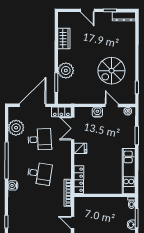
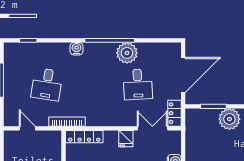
door: (33, 105) -> (183, 75), hinge flipped
plant: (16, 128) -> (127, 53), moved
desk: (40, 174) -> (47, 84), moved
door: (73, 223) -> (27, 128), hinge flipped

